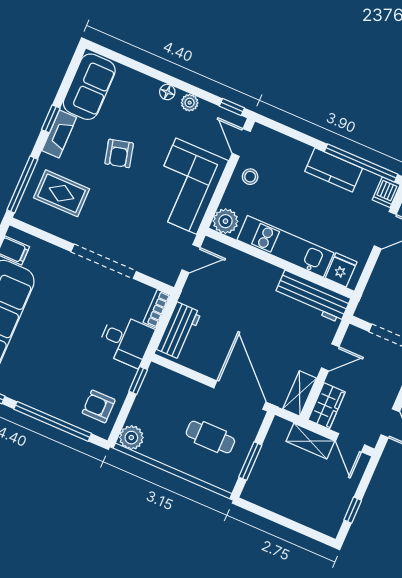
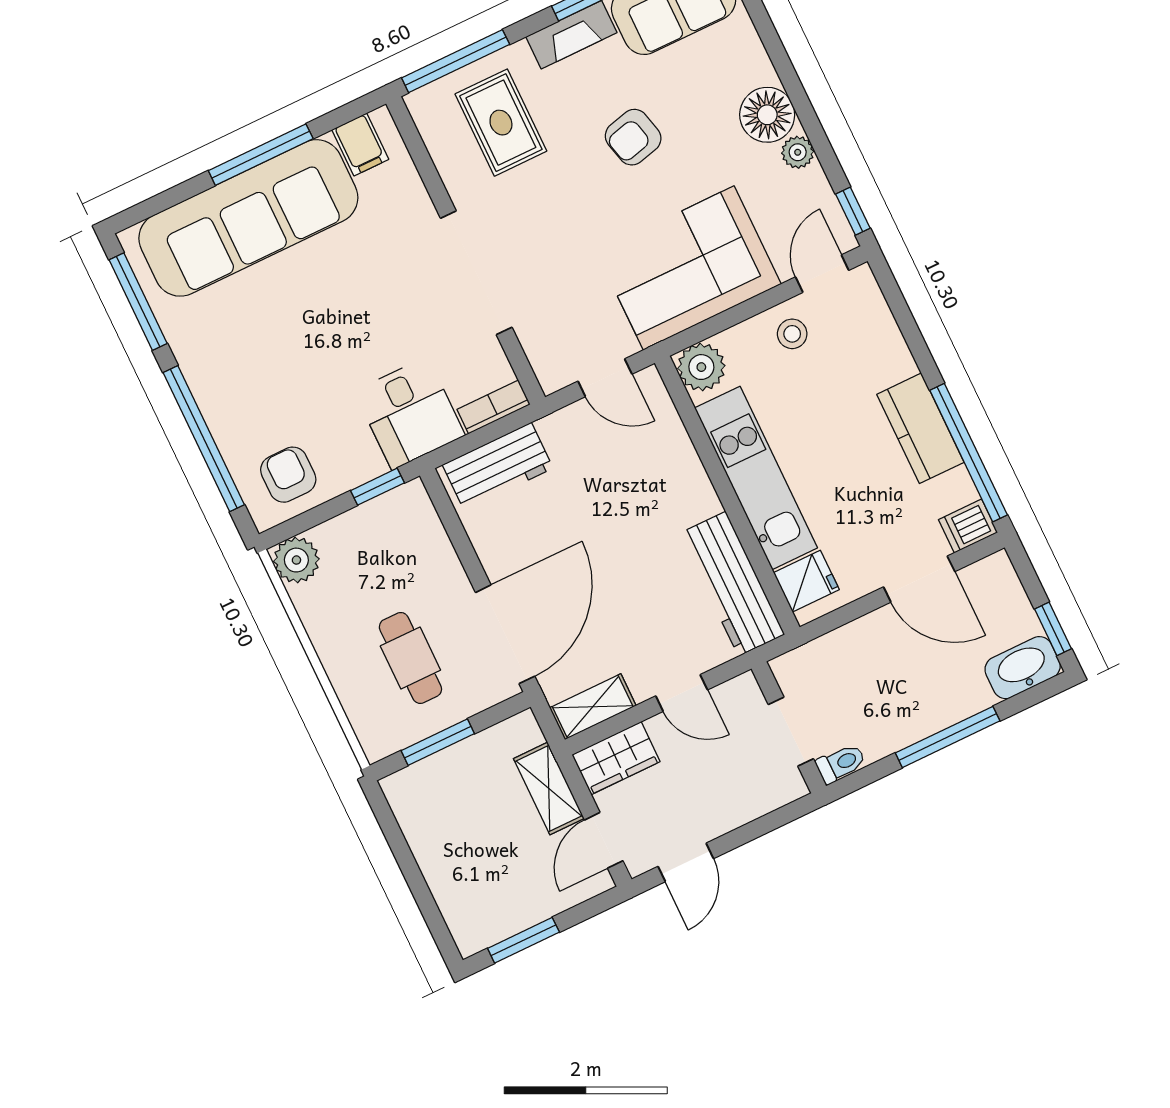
floor lamp: (167, 92) -> (767, 115), width x1.89, depth x1.89
window: (353, 510) -> (523, 940), width x1.50

